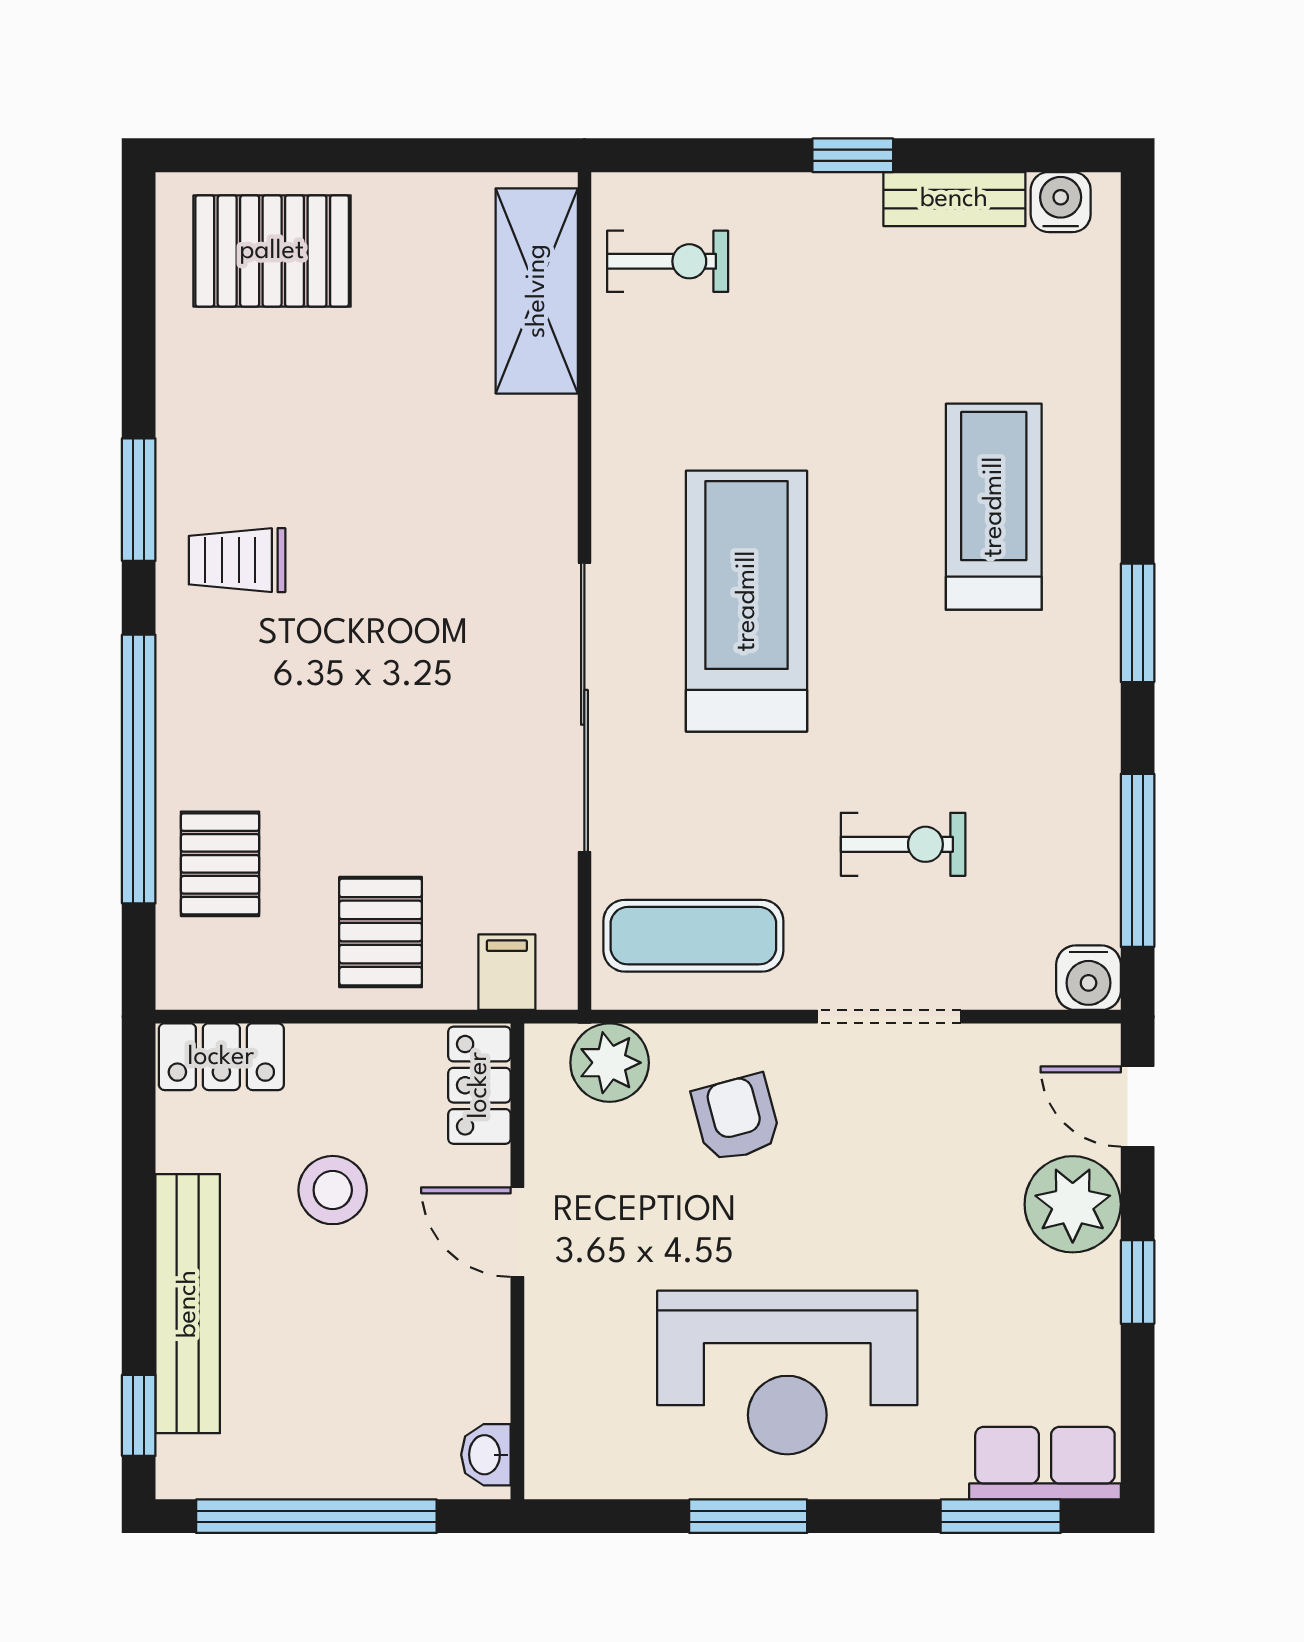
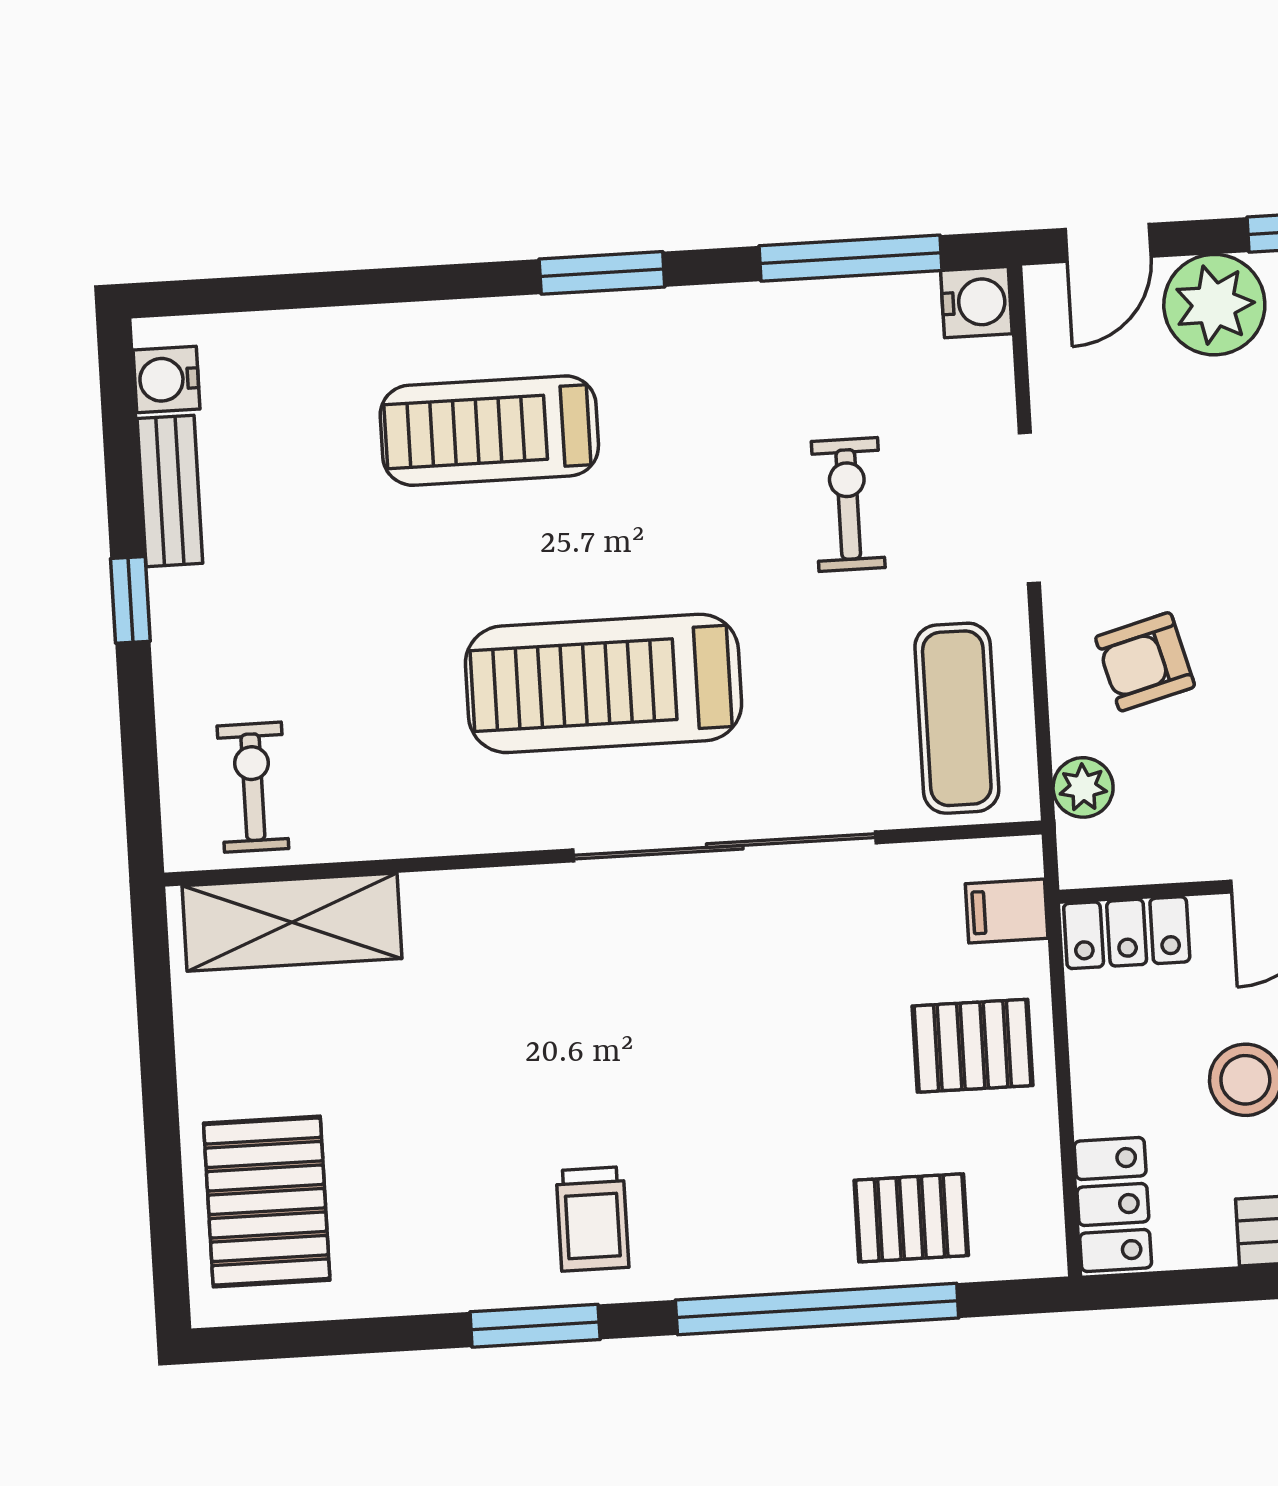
plant: (610, 1063) -> (1083, 787), width x0.73, depth x0.73

